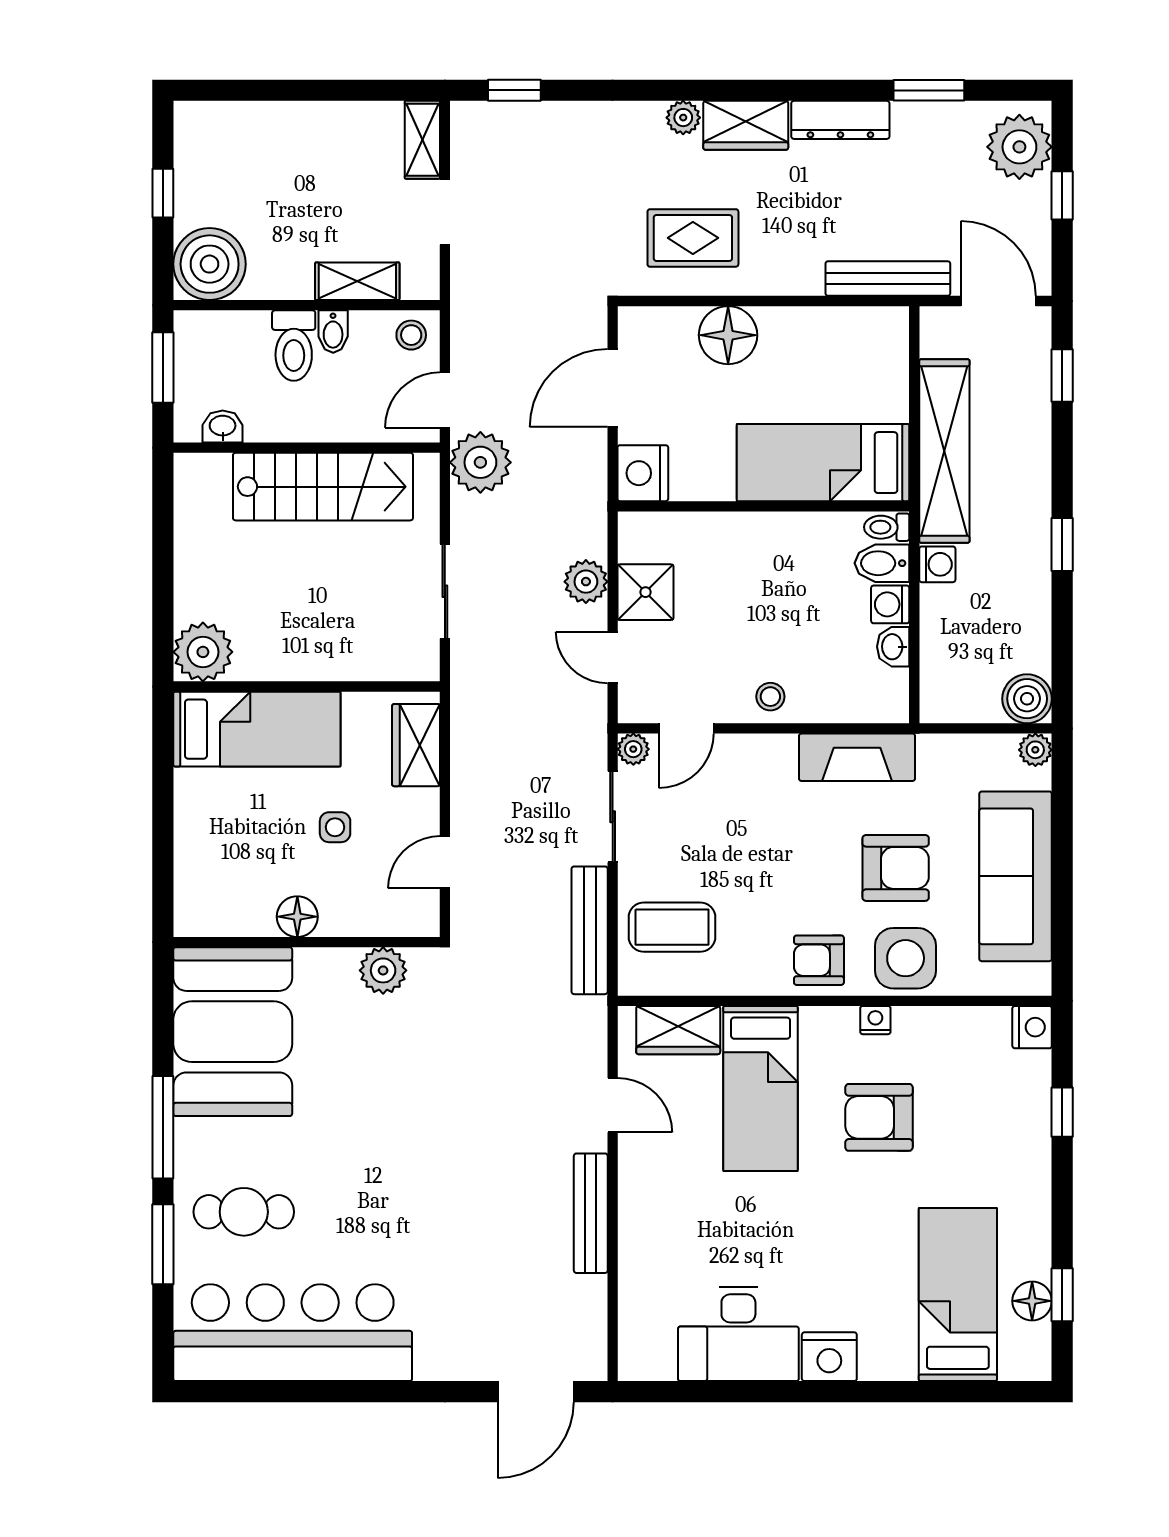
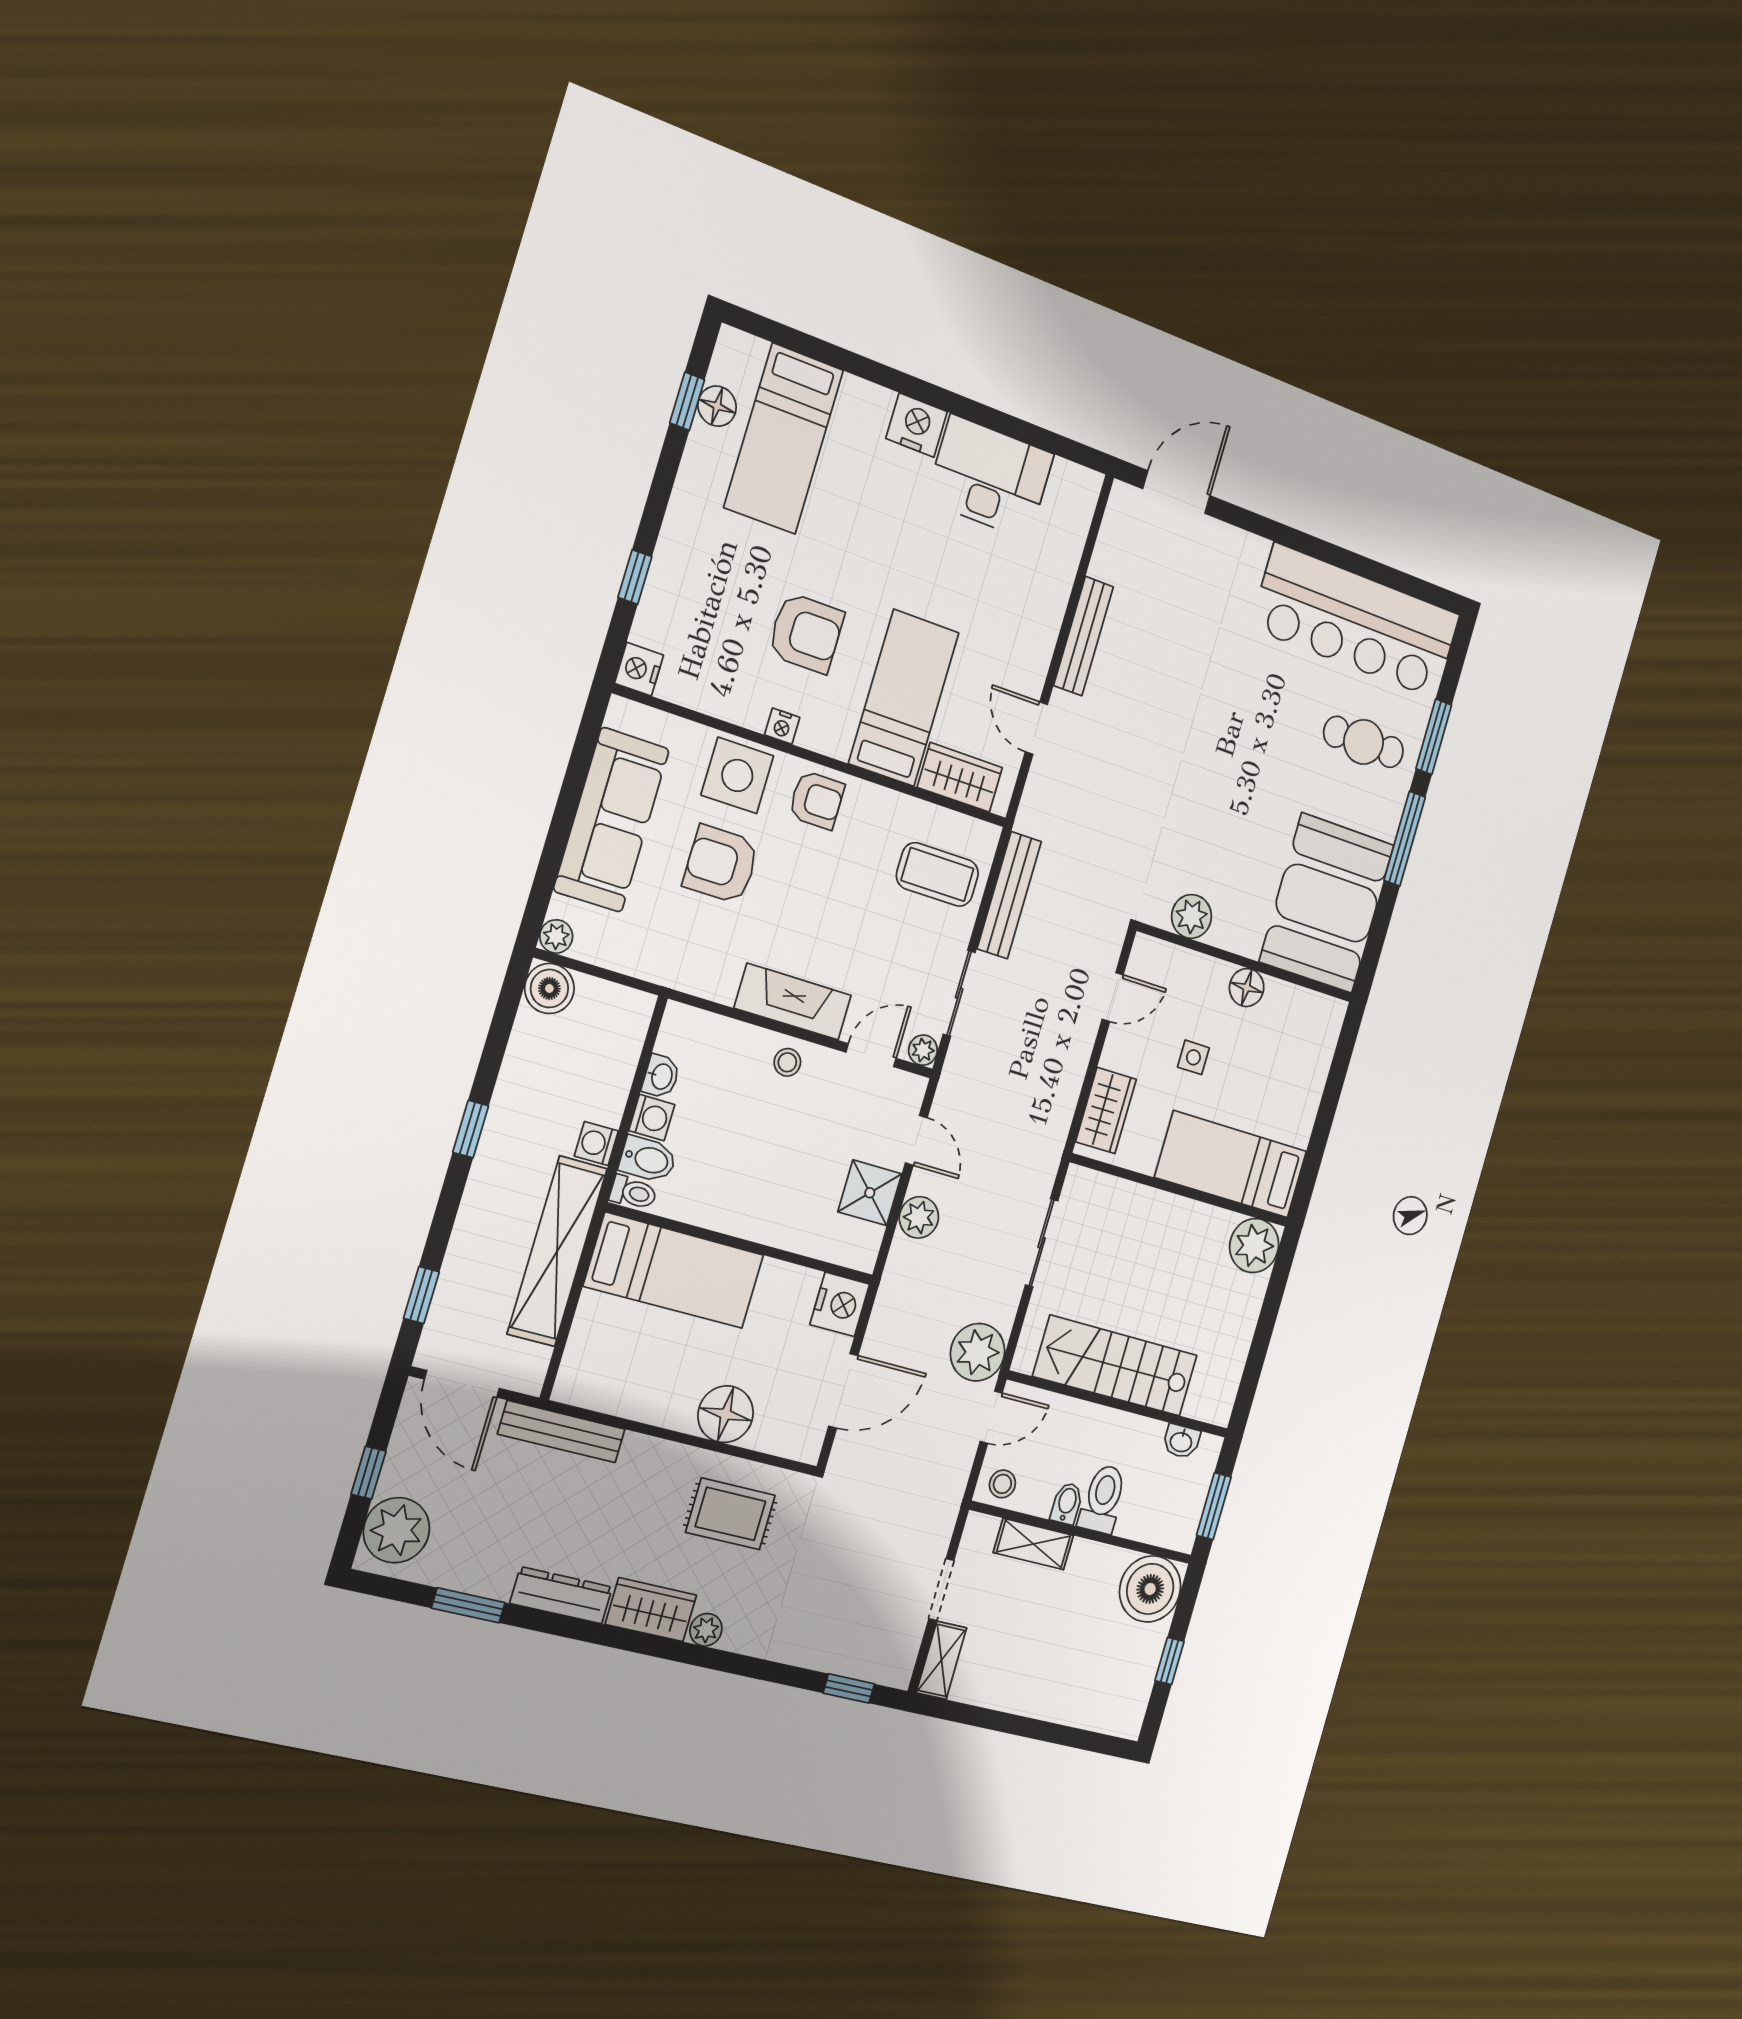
fireplace: (857, 757) -> (793, 1002), moved

